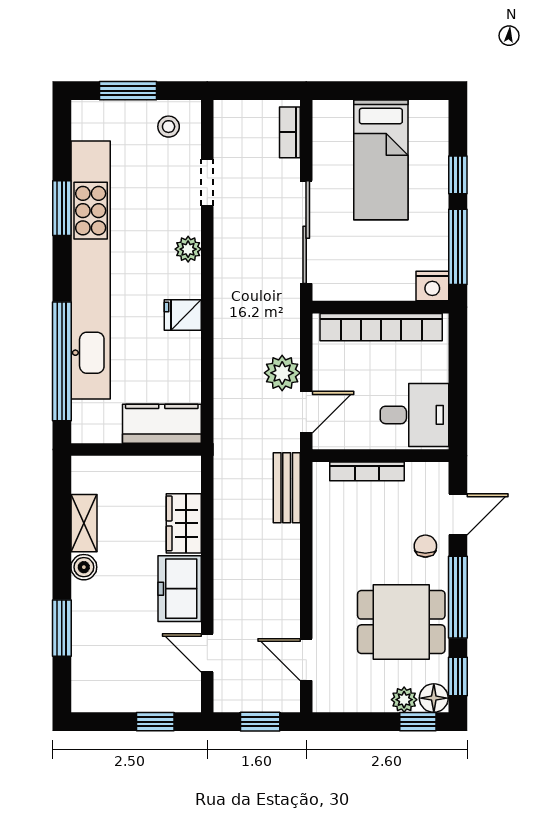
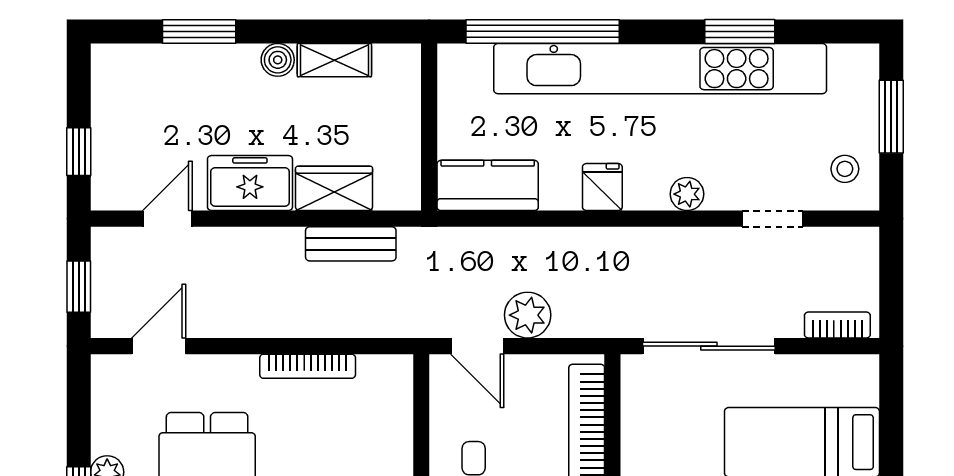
kitchen counter: (162, 424) -> (488, 185), moved, turned -90
bookcase: (367, 471) -> (308, 366), moved, turned -90
bench: (287, 488) -> (351, 244), moved

